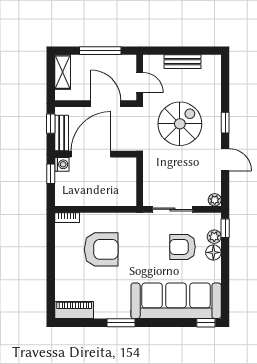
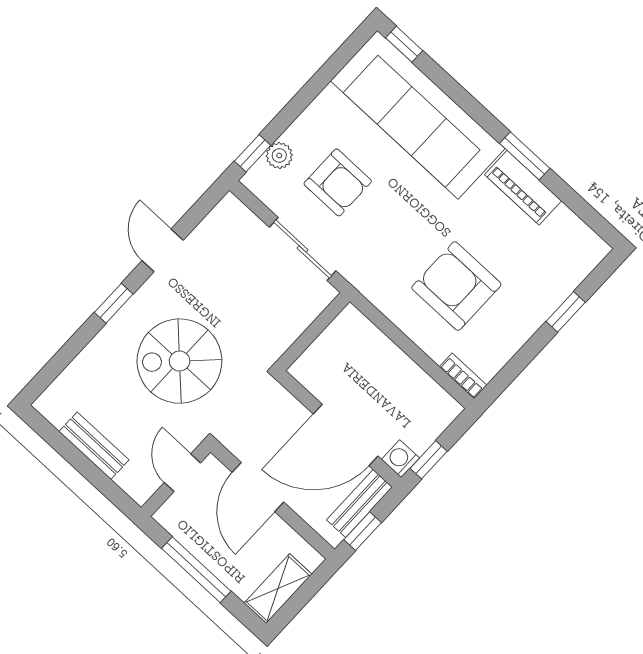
plant: (215, 200) -> (230, 207), removed
floor lamp: (213, 252) -> (301, 134), removed
window: (51, 278) -> (566, 312), added
piano: (74, 310) -> (523, 188), moved

